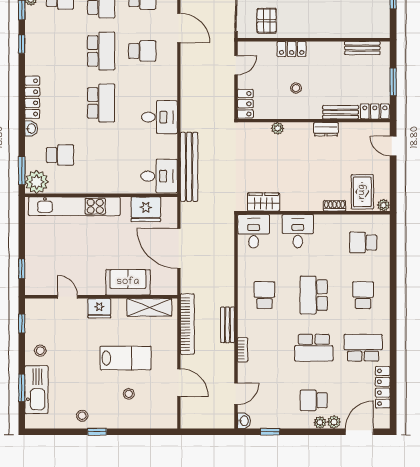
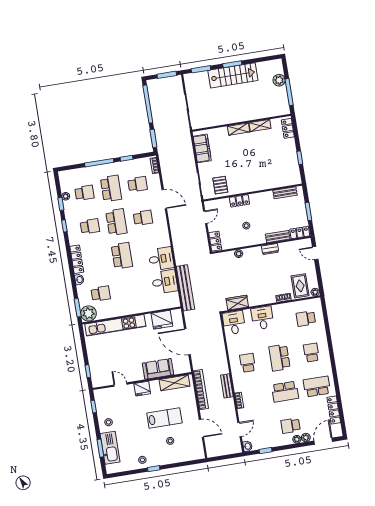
school desk: (60, 51) -> (90, 226), added
desk: (159, 176) -> (165, 282), moved

